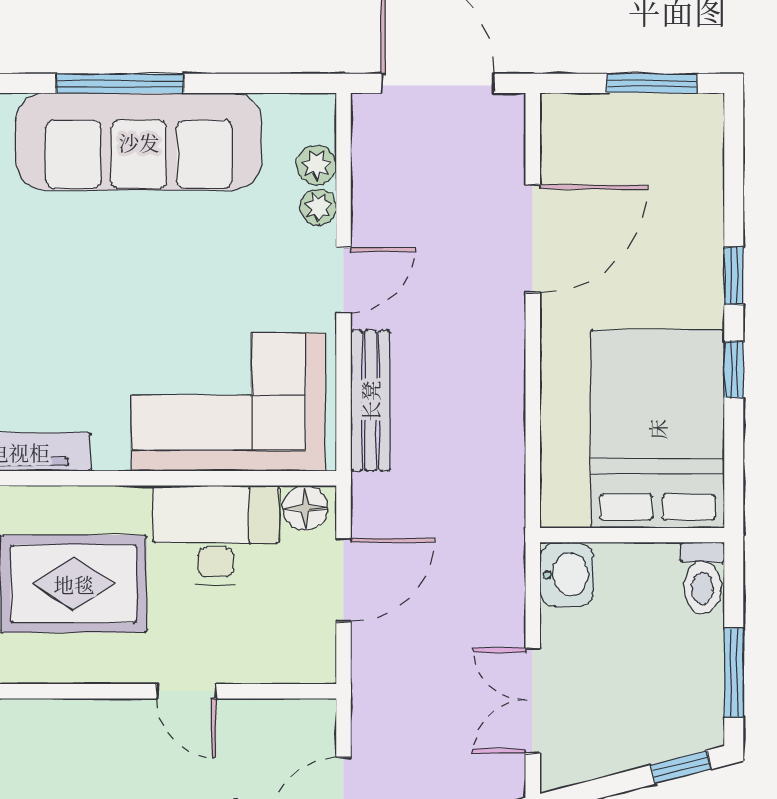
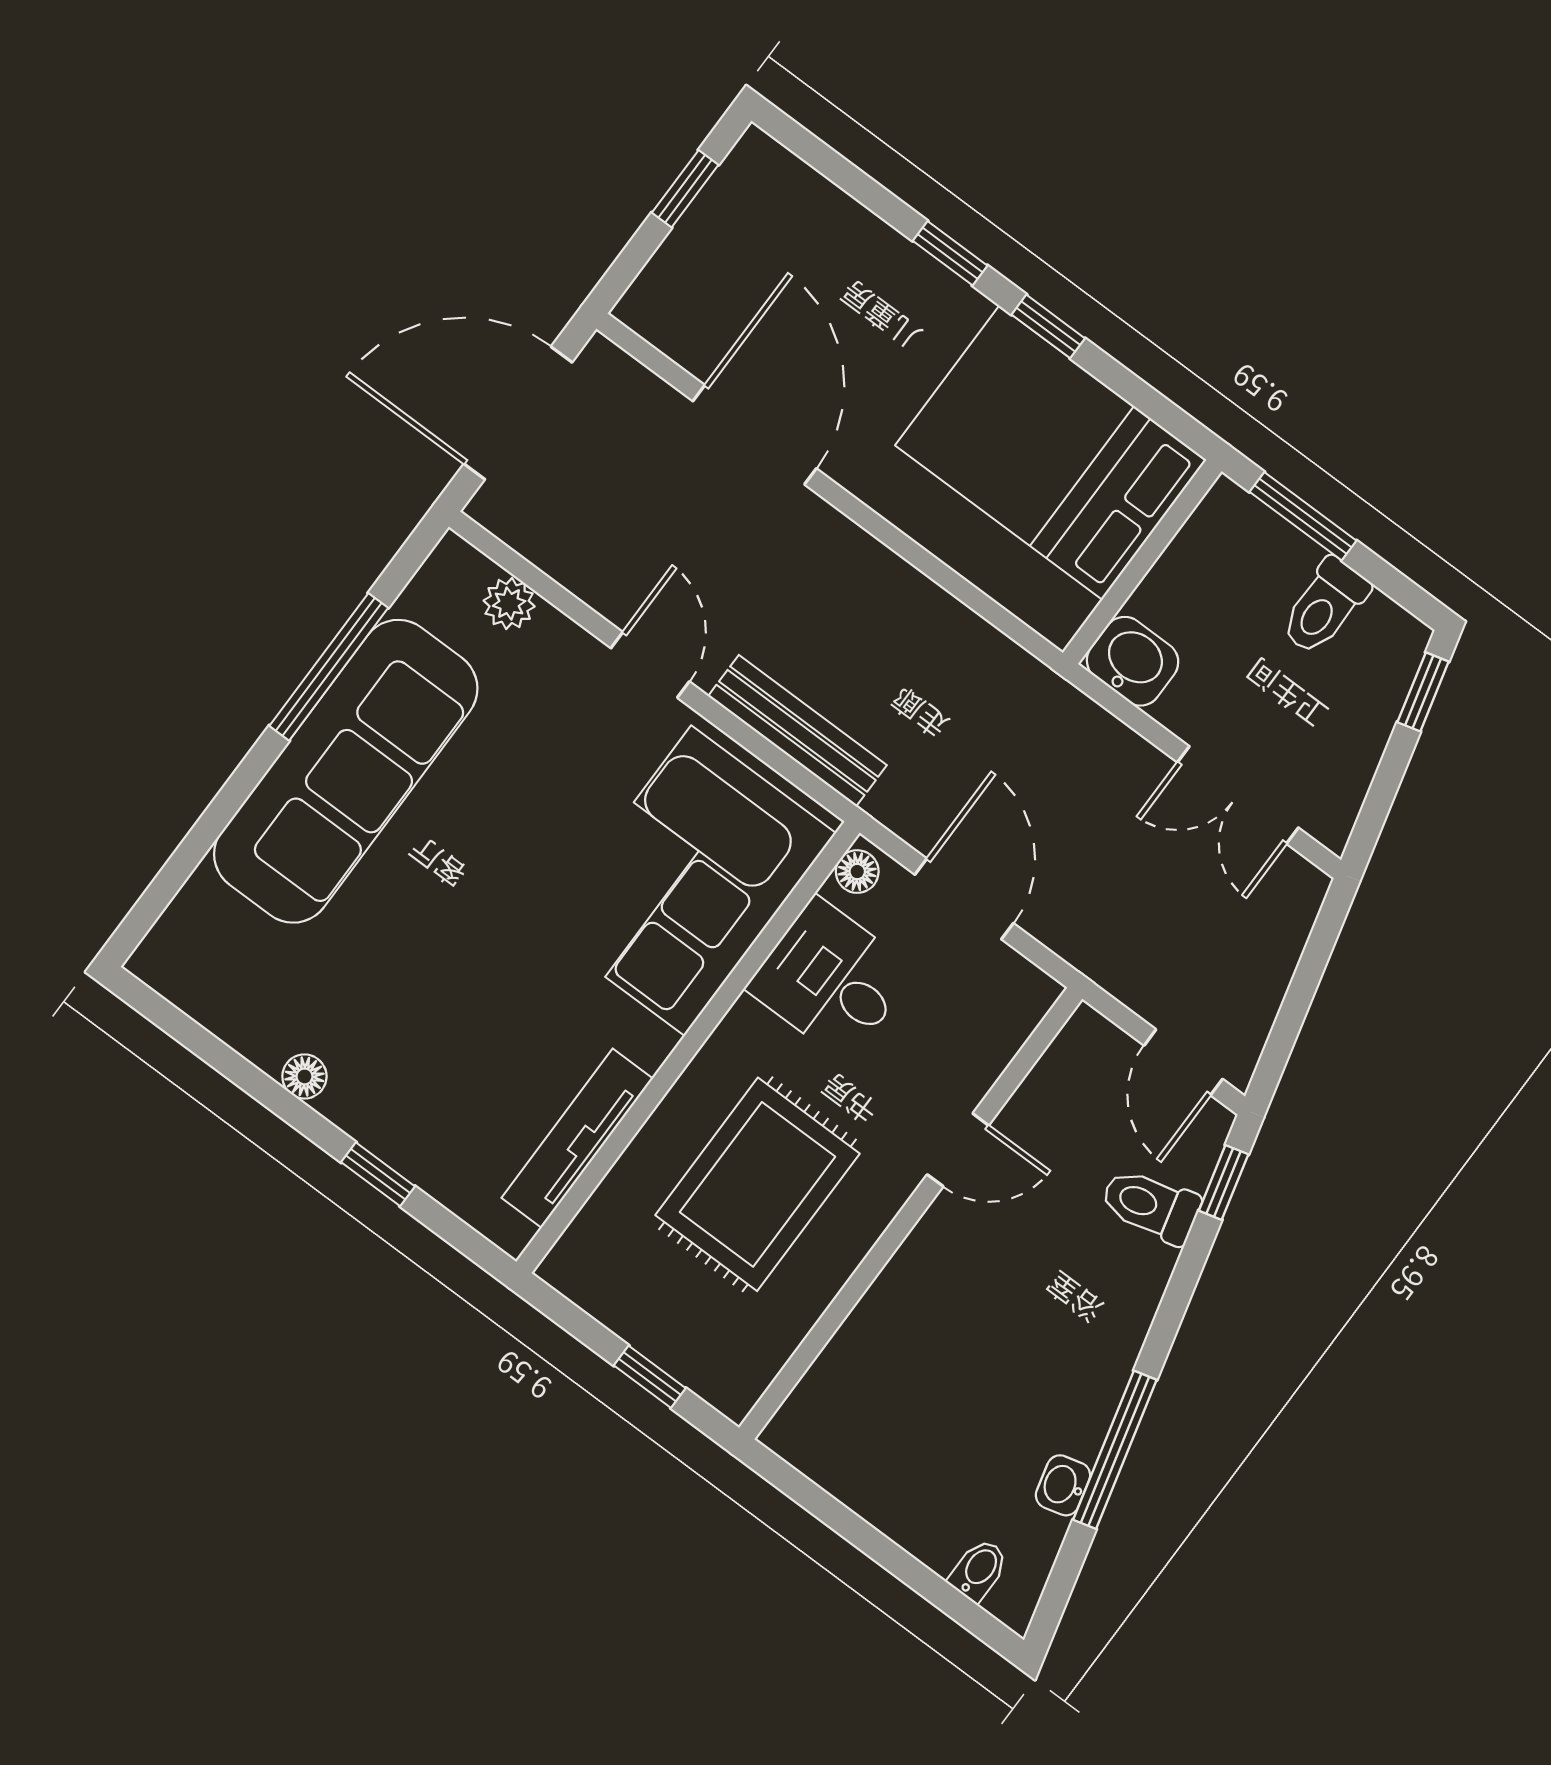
window: (120, 83) -> (329, 667), moved
window: (652, 83) -> (685, 189), width x0.67
plant: (318, 207) -> (554, 634), removed
floor lamp: (305, 508) -> (857, 872), width x0.73, depth x0.73
desk: (216, 535) -> (831, 979), width x0.73
toilet: (702, 578) -> (1324, 606), moved, turned 90
window: (734, 673) -> (1303, 516), moved

